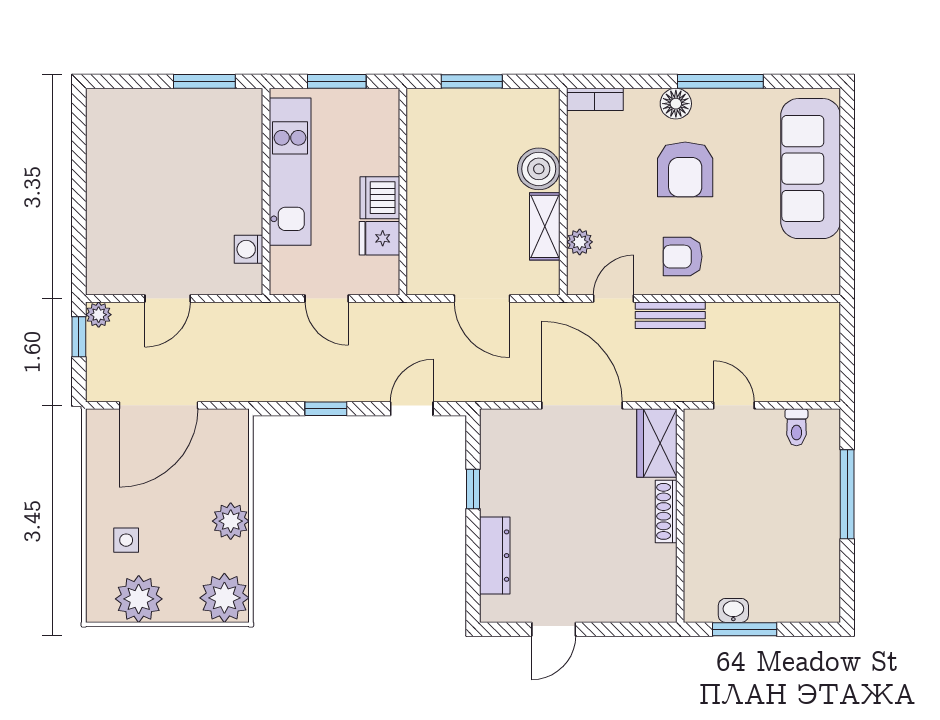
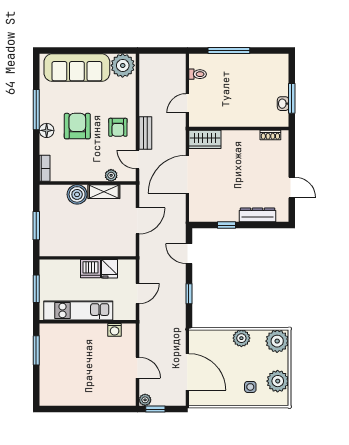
armchair: (685, 169) -> (77, 126), turned -90
plant: (815, 267) -> (123, 65), added
shoe rack: (666, 511) -> (270, 135), moved, width x0.70

